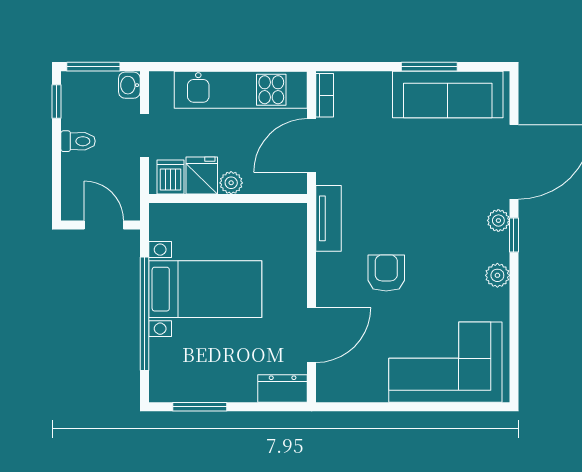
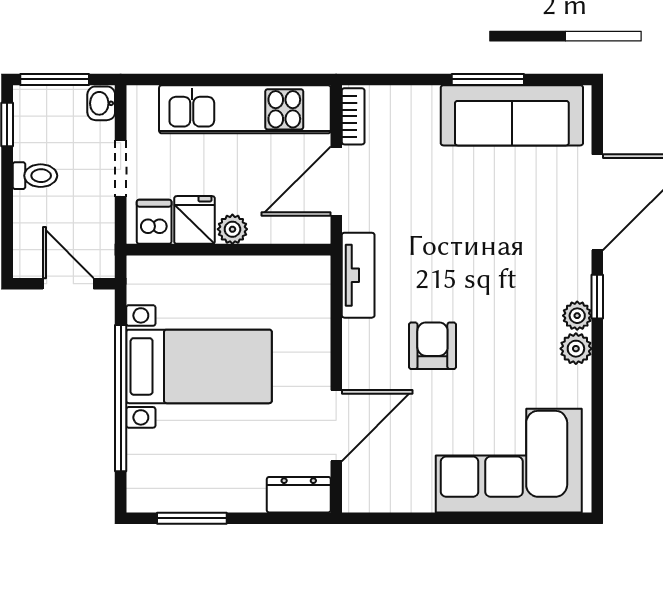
plant: (498, 221) -> (577, 316), moved

